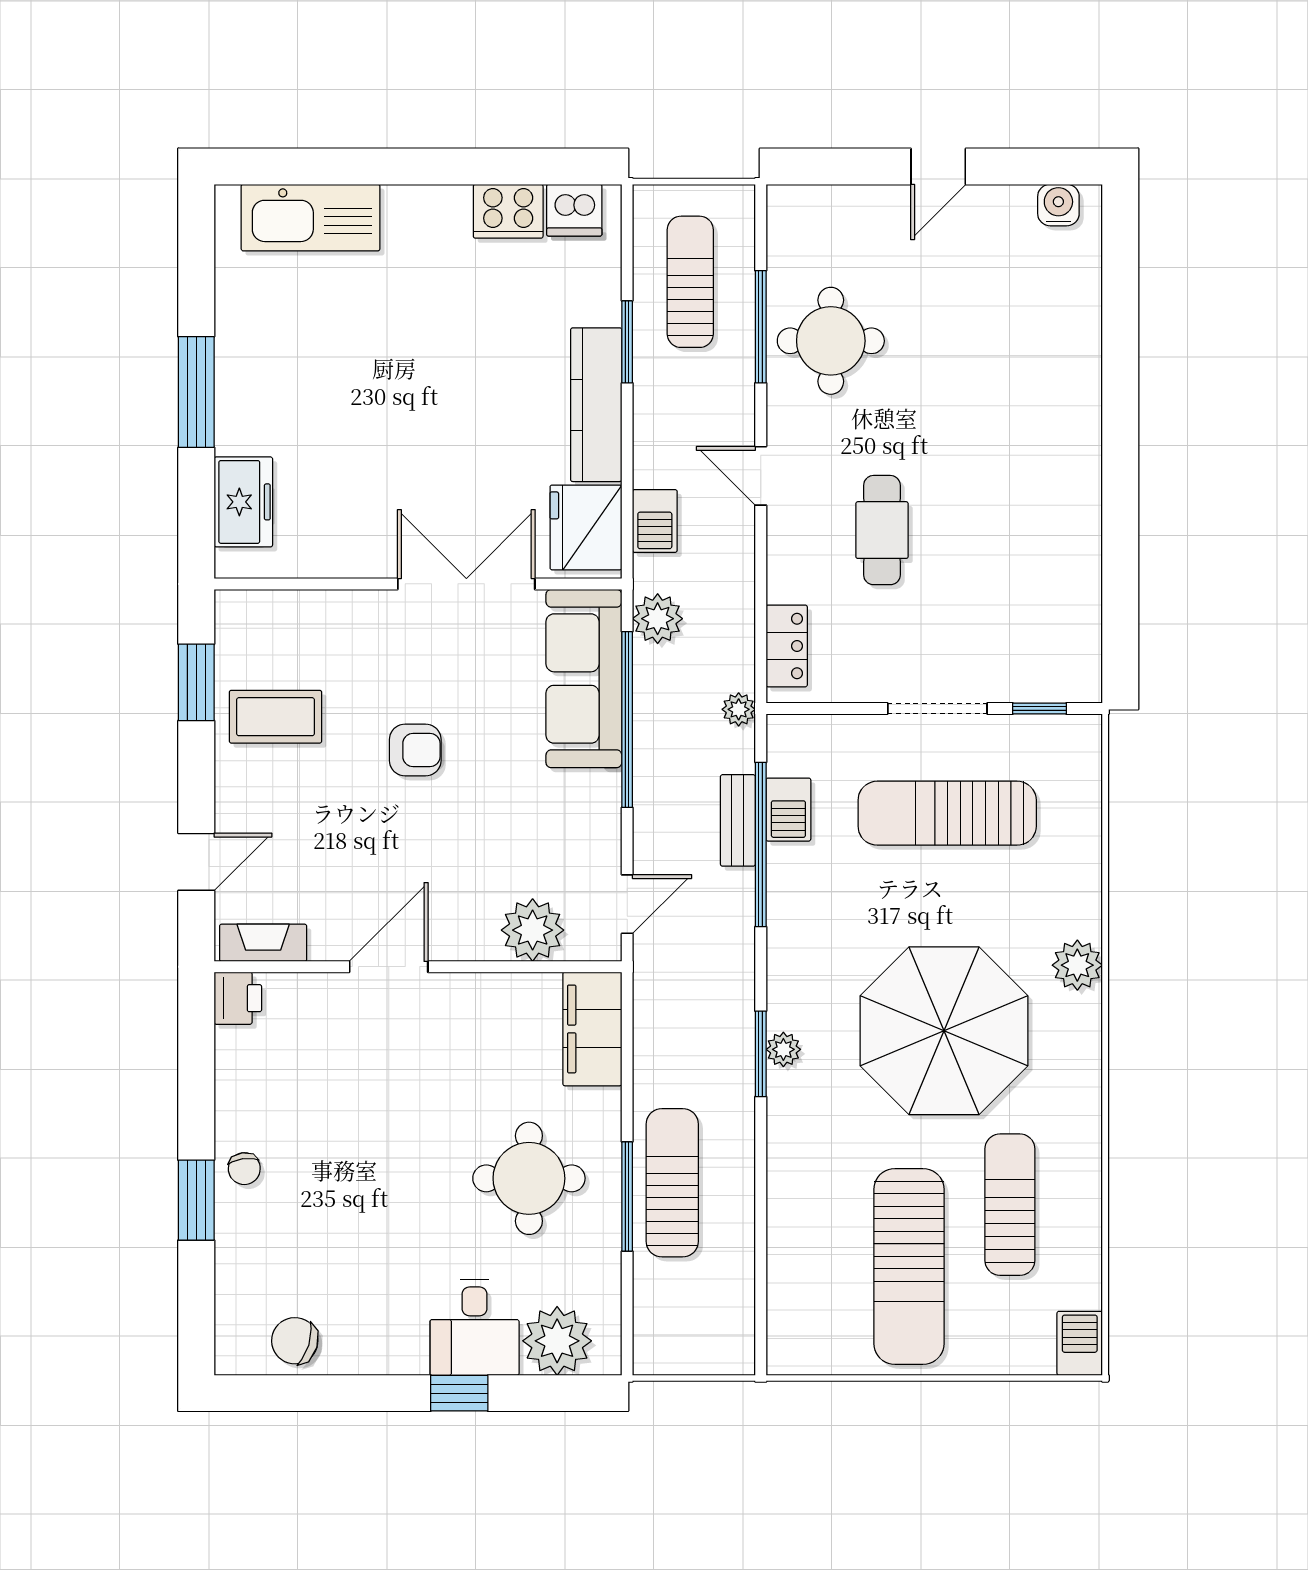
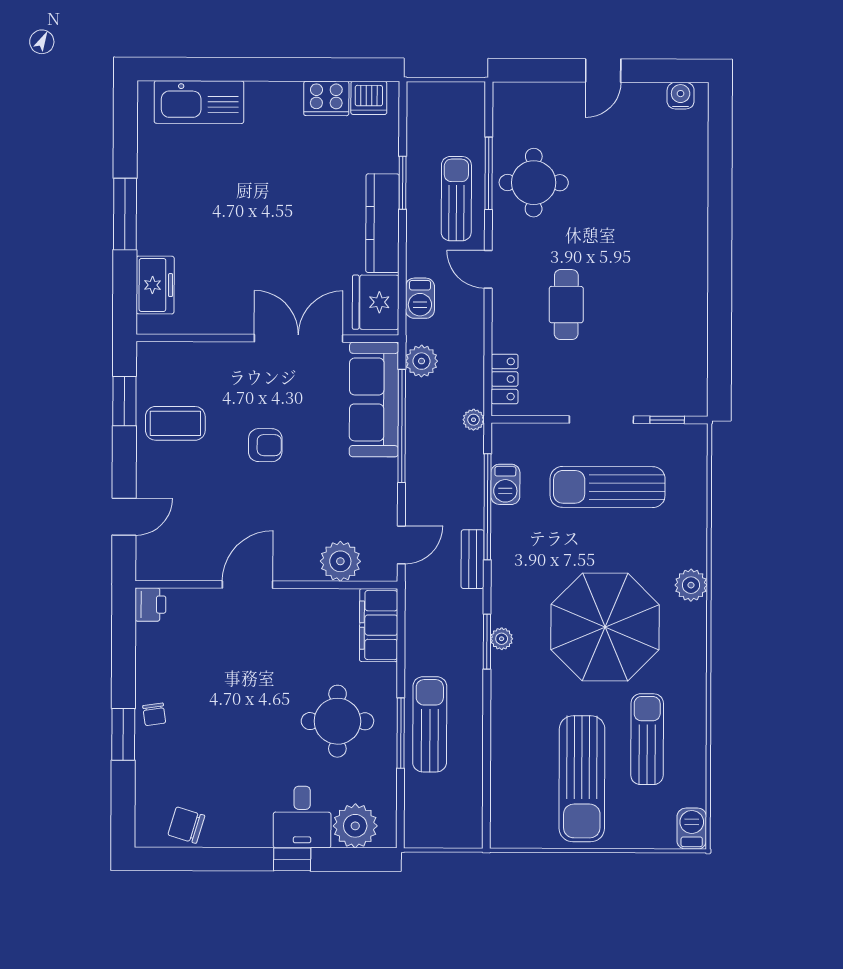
sun lounger: (690, 282) -> (456, 199), moved
bench: (738, 820) -> (473, 559), moved
fireplace: (263, 943) -> (167, 569), removed

